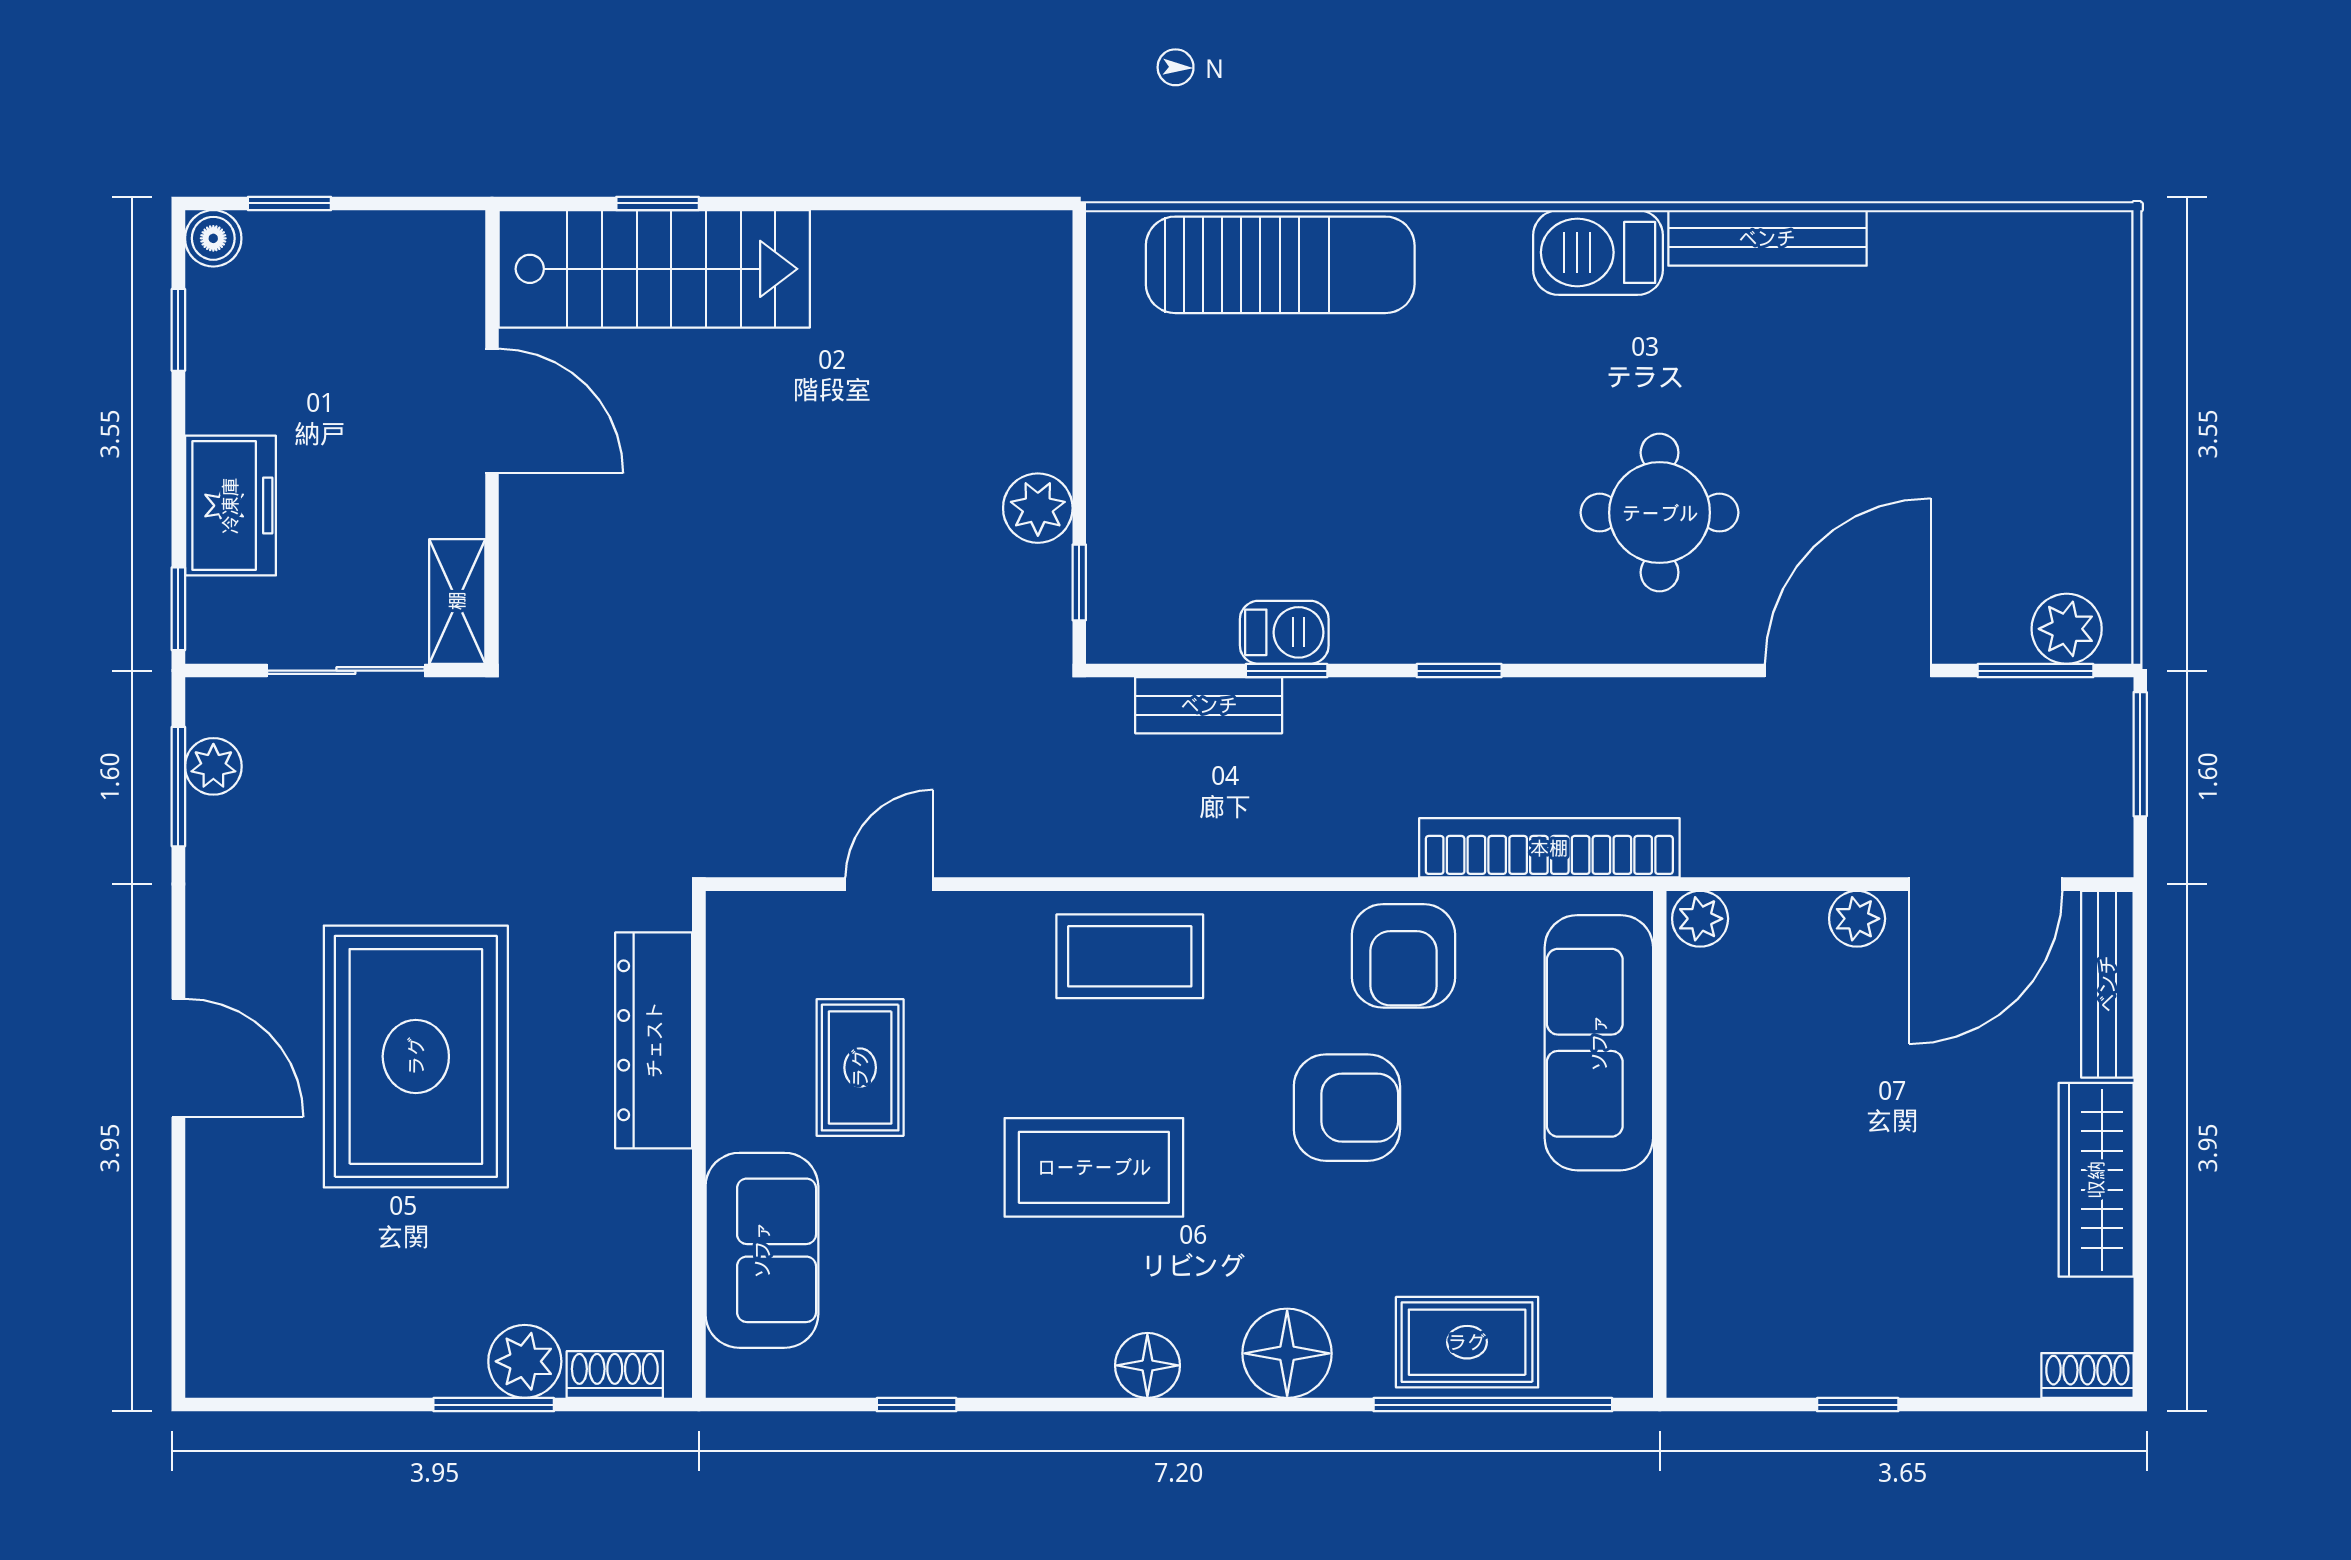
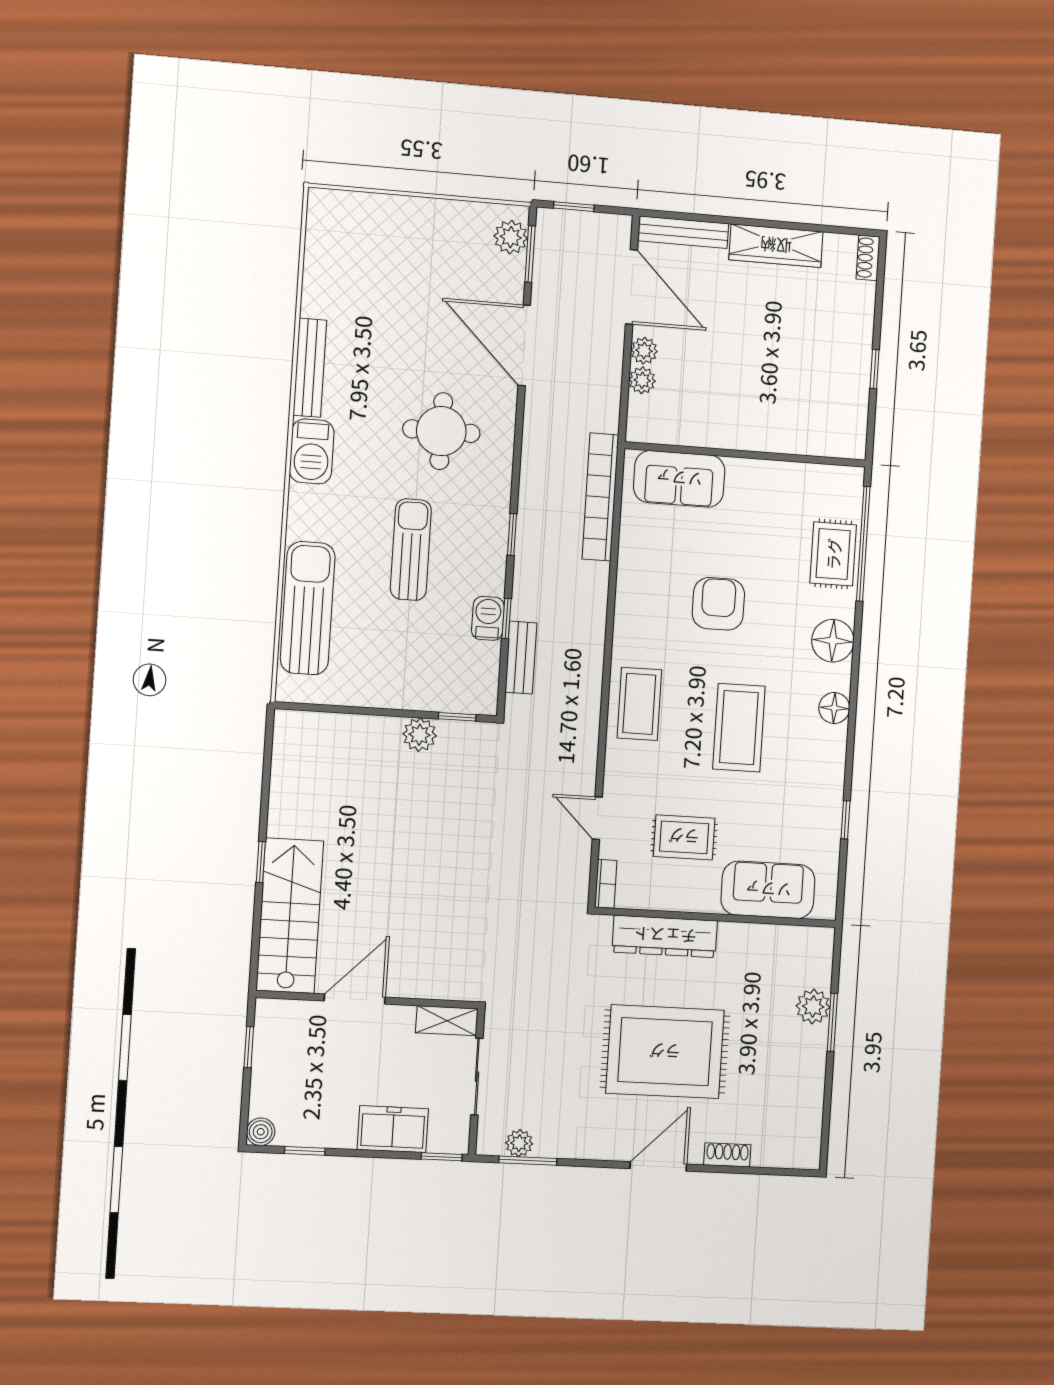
window: (289, 203) -> (249, 1047), moved
window: (658, 203) -> (261, 862), moved
sun lounger: (1414, 466) -> (411, 550), added
window: (2140, 754) -> (574, 207), width x0.67
bookcase: (755, 911) -> (606, 884), added
plant: (1700, 919) -> (642, 380), moved
armchair: (1403, 956) -> (648, 571), removed
sofa: (1599, 1043) -> (679, 479), width x0.73
shoe rack: (615, 1374) -> (727, 1155), moved, turned 90

